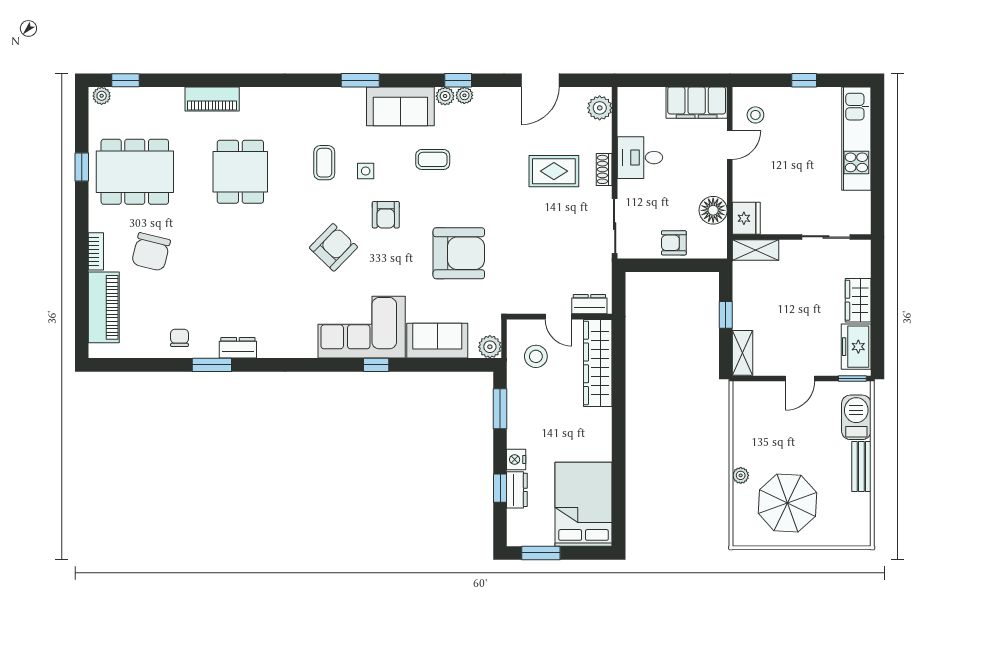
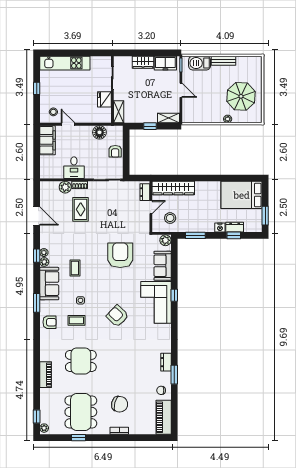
plant: (600, 108) -> (65, 187), moved
armchair: (386, 215) -> (50, 322), moved
fridge: (746, 218) -> (104, 99), moved, turned -90
piano: (104, 307) -> (164, 417), moved, turned -90

